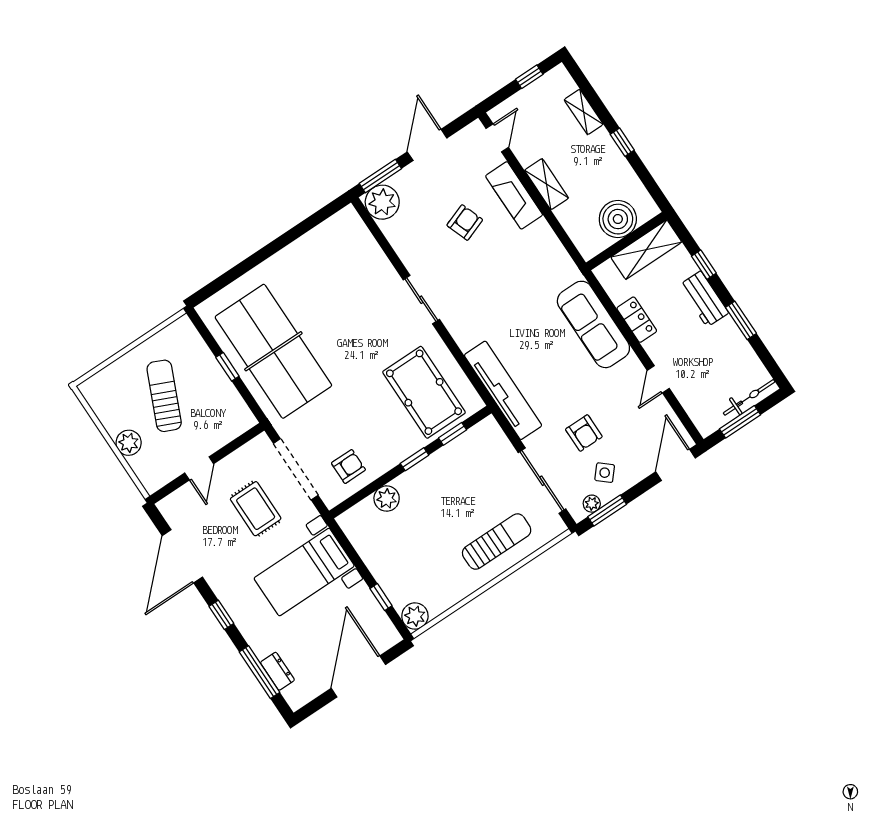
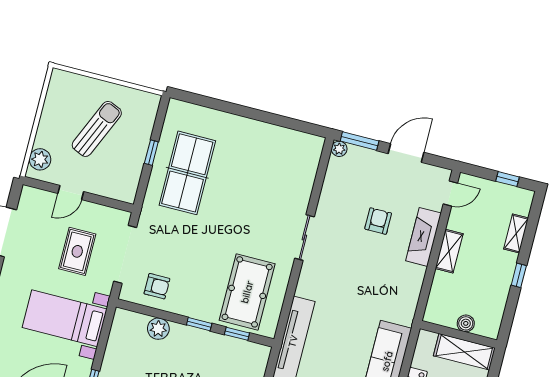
plant: (382, 202) -> (339, 149), width x0.53, depth x0.53
boiler: (618, 219) -> (466, 323), width x0.54, depth x0.54
armchair: (465, 222) -> (378, 221), turned -70
table tennis table: (273, 351) -> (187, 173), width x0.73, depth x0.76
plant: (129, 443) -> (40, 159), moved

